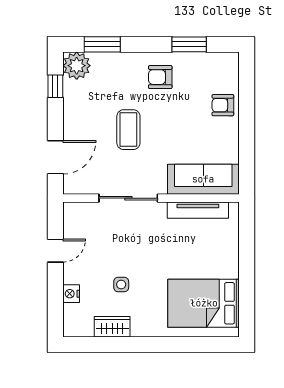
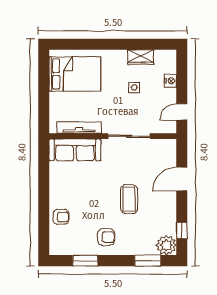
sofa: (203, 179) -> (75, 150), moved
sliding door: (128, 198) -> (129, 136), moved
wall: (151, 198) -> (113, 136), moved
tv unit: (198, 210) -> (79, 128), moved

